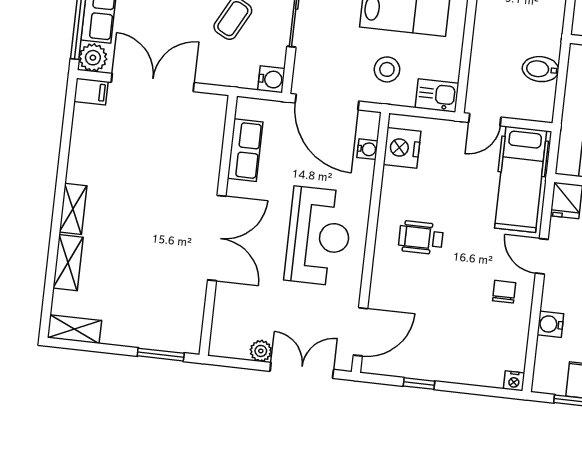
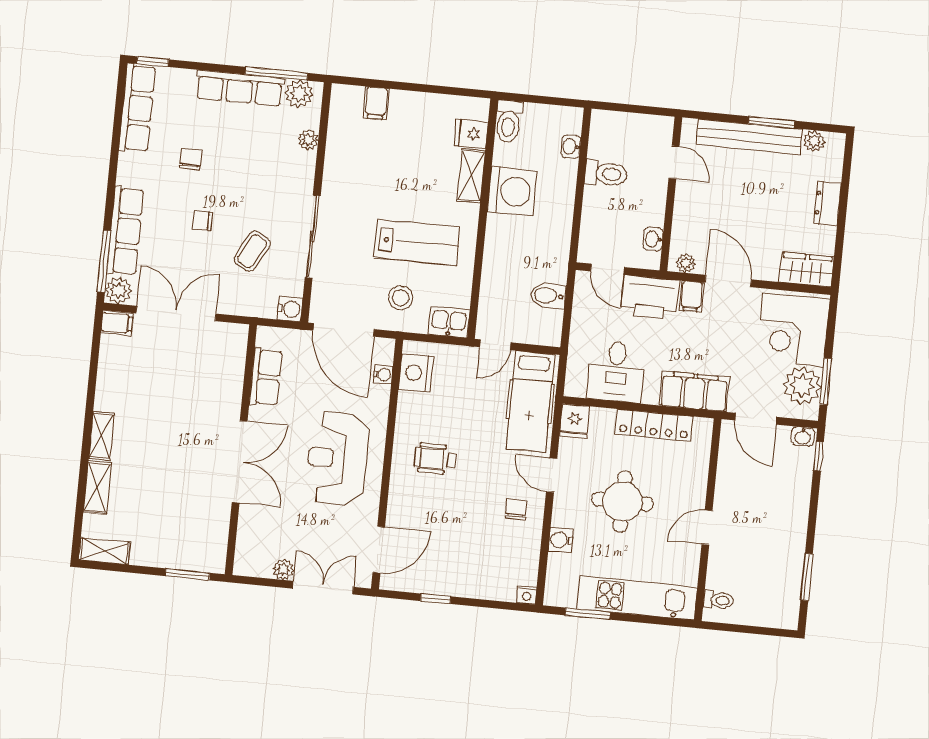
reception desk: (319, 236) -> (337, 459), turned 180

